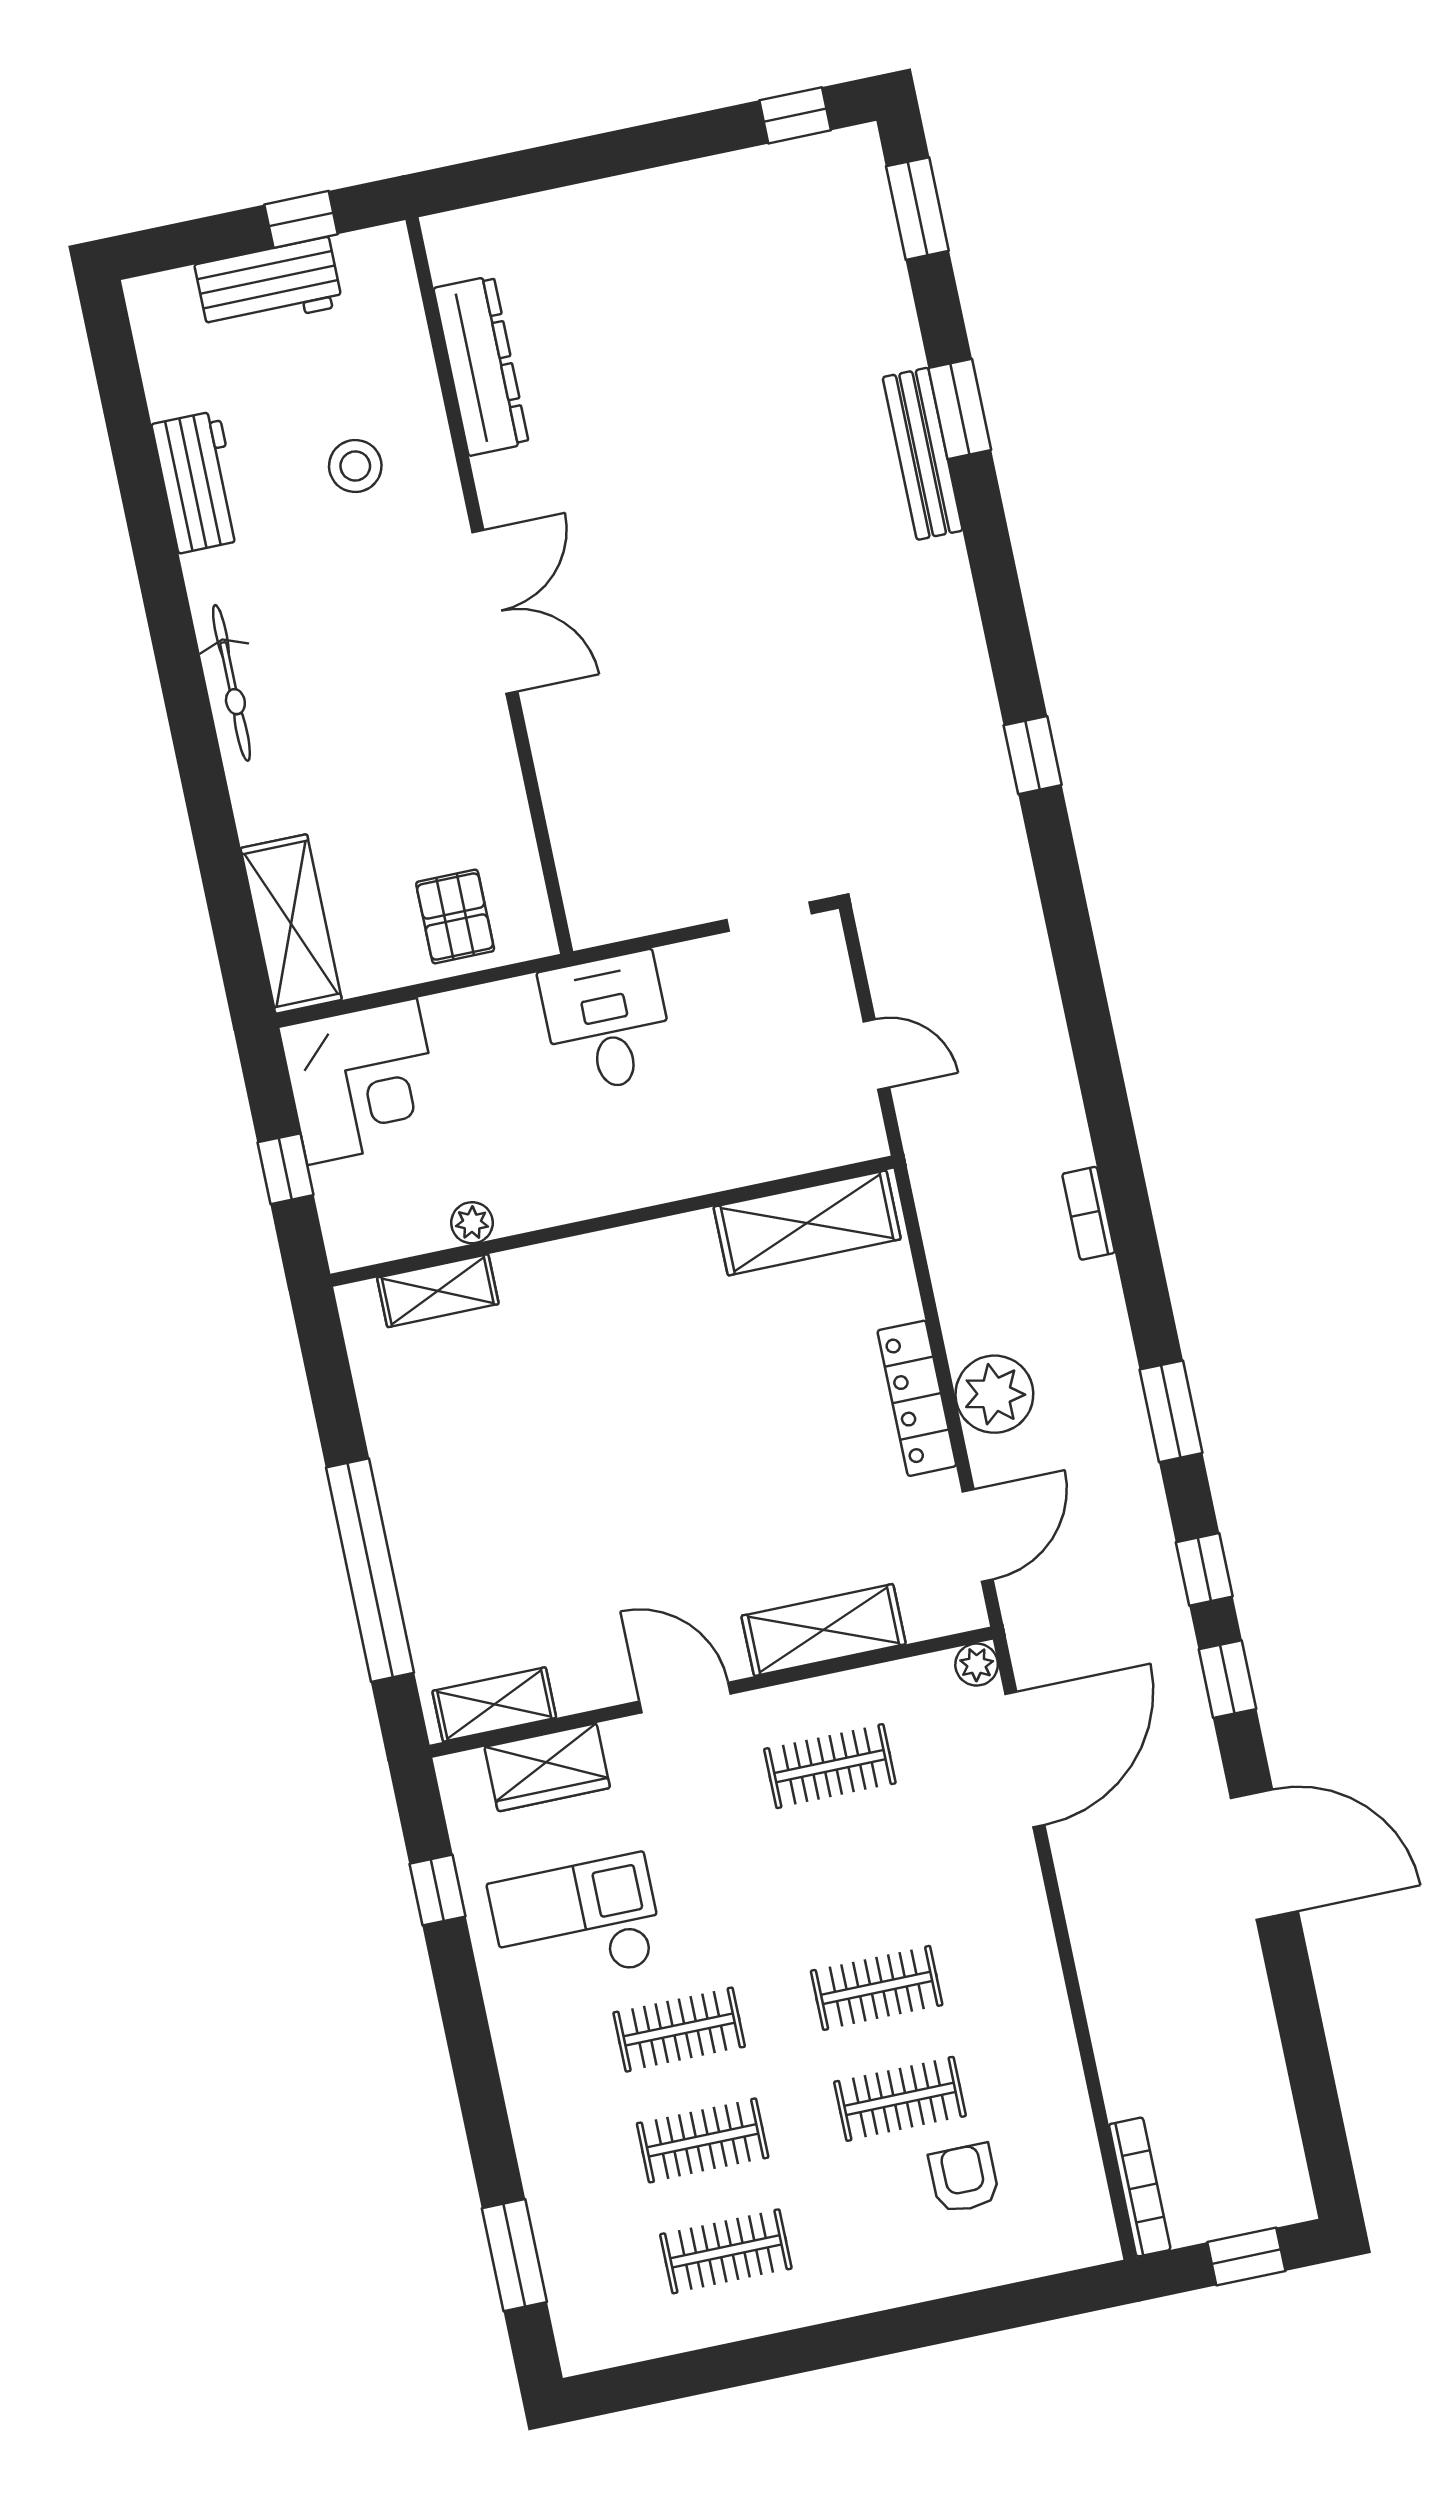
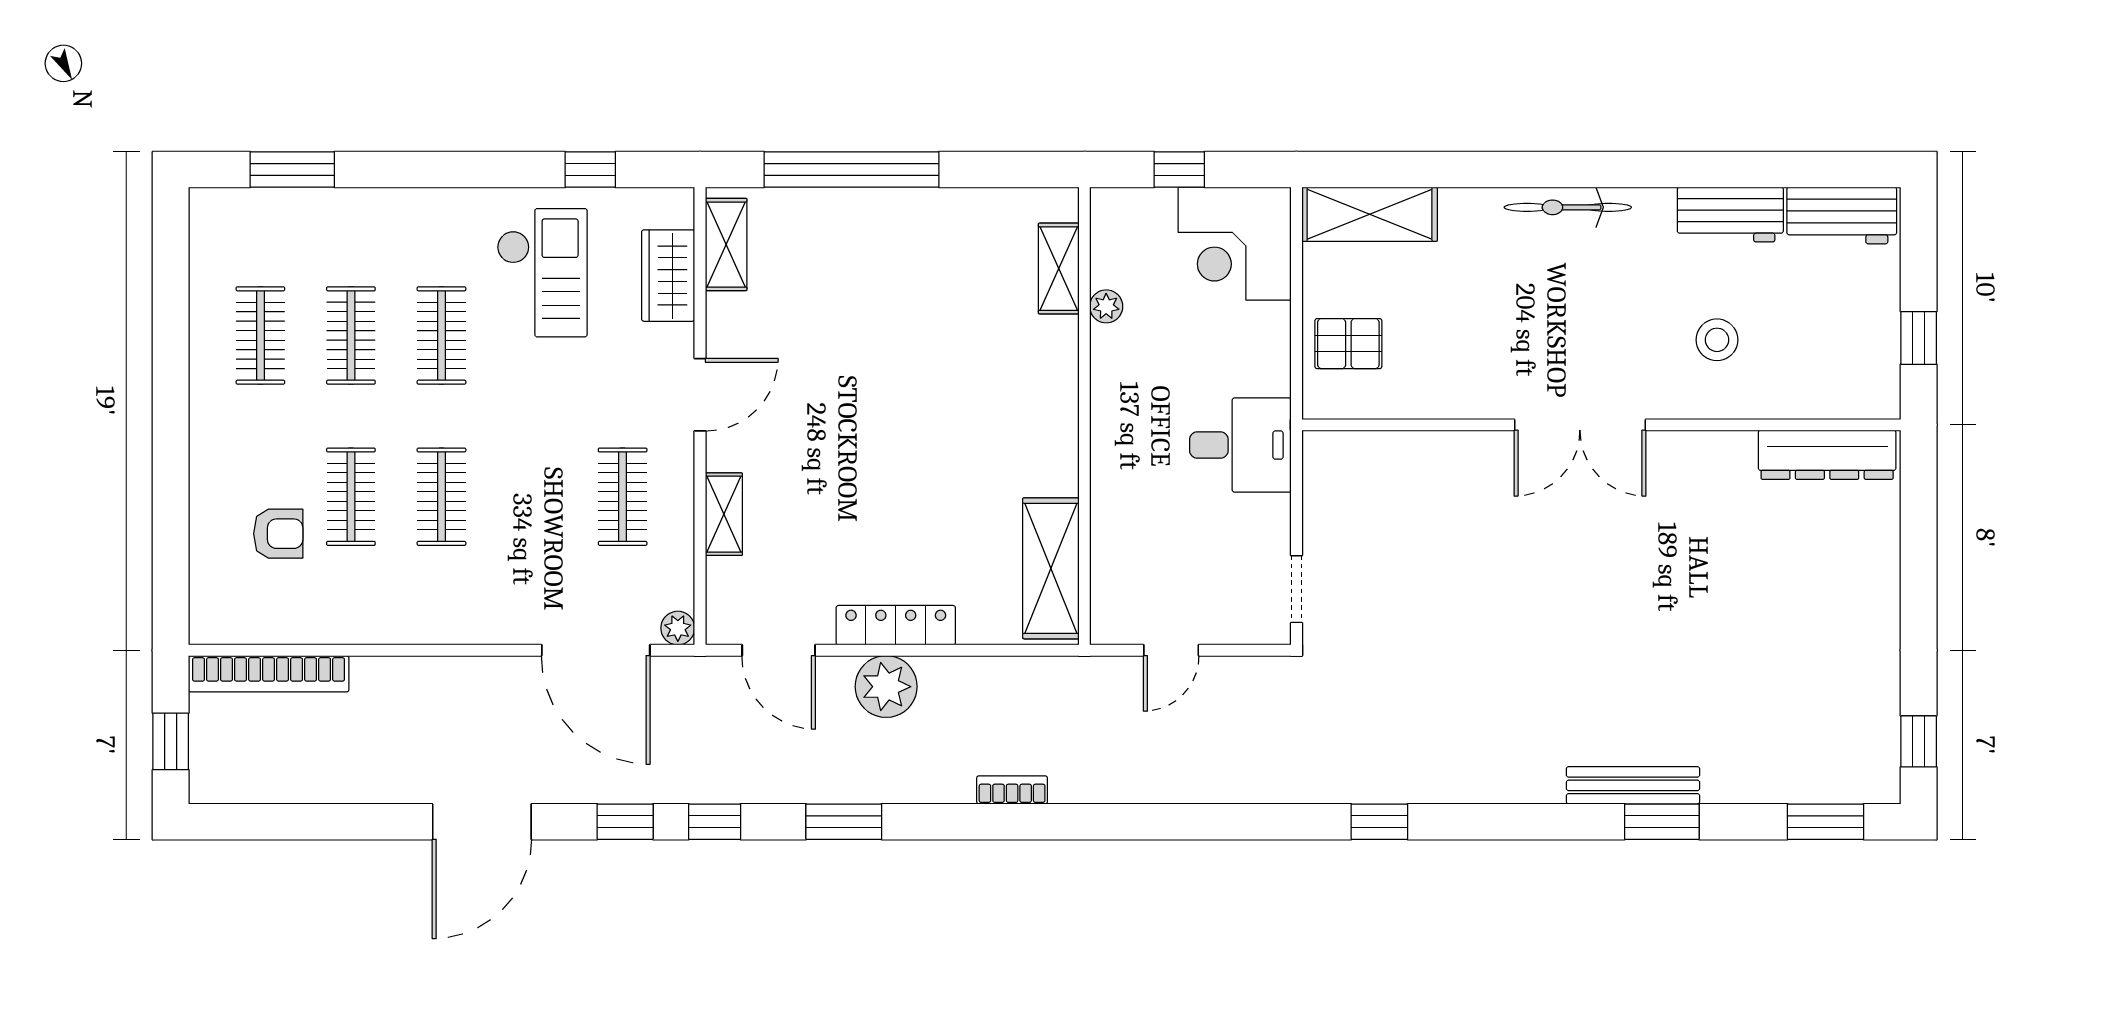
workbench: (269, 285) -> (1842, 216), moved, turned -90
dresser: (481, 366) -> (1827, 455), moved
shelving: (824, 1630) -> (724, 514), width x0.67, depth x0.75
bookcase: (1140, 2187) -> (269, 674), width x1.48, depth x1.31

